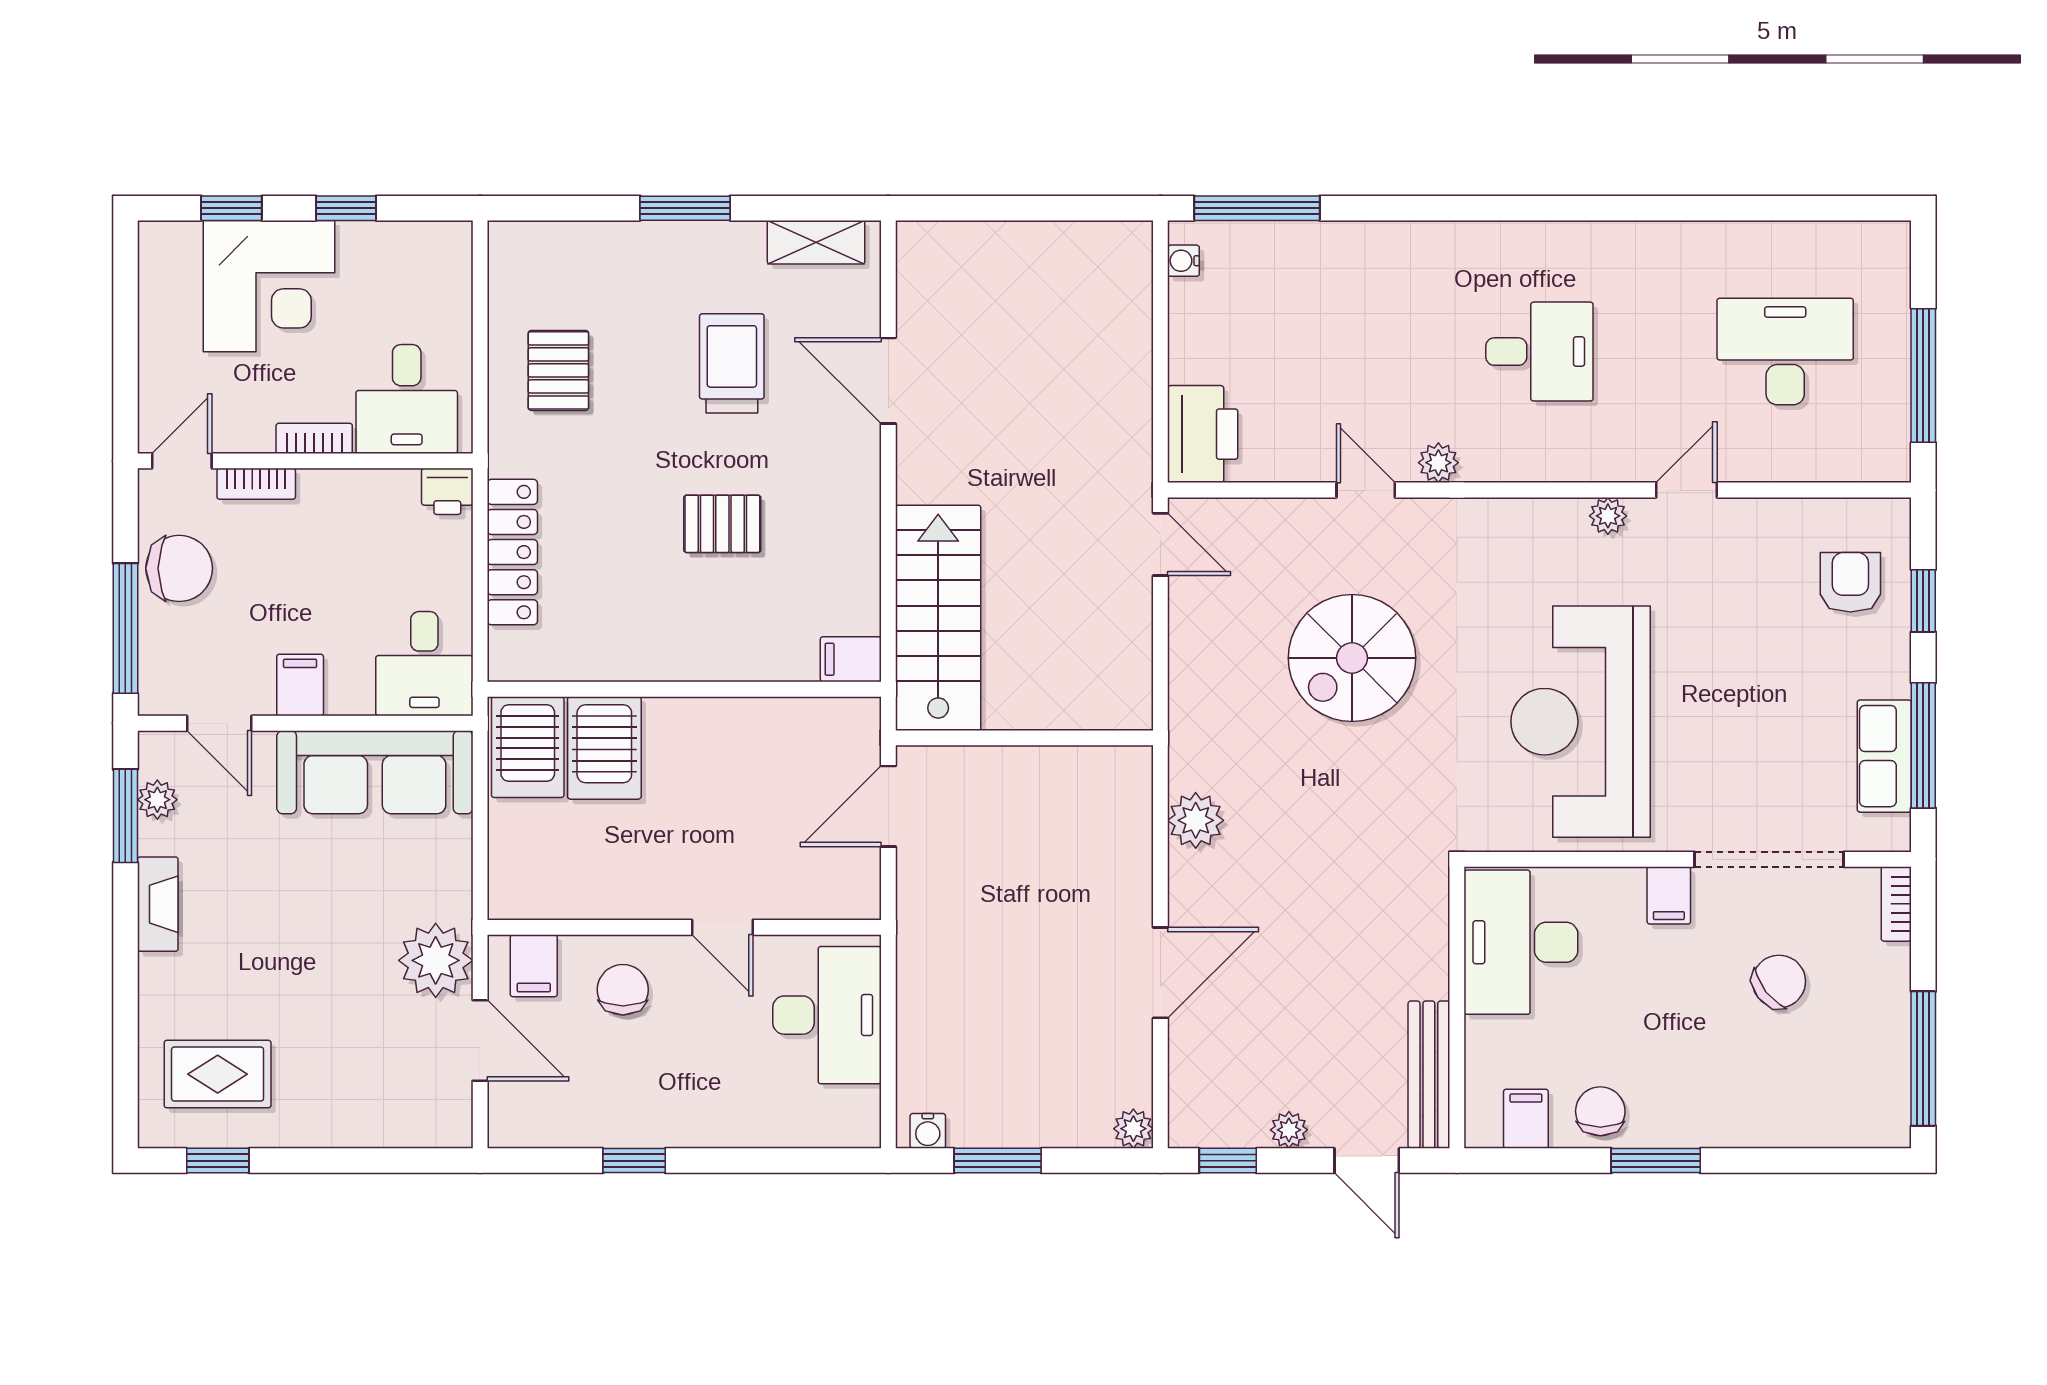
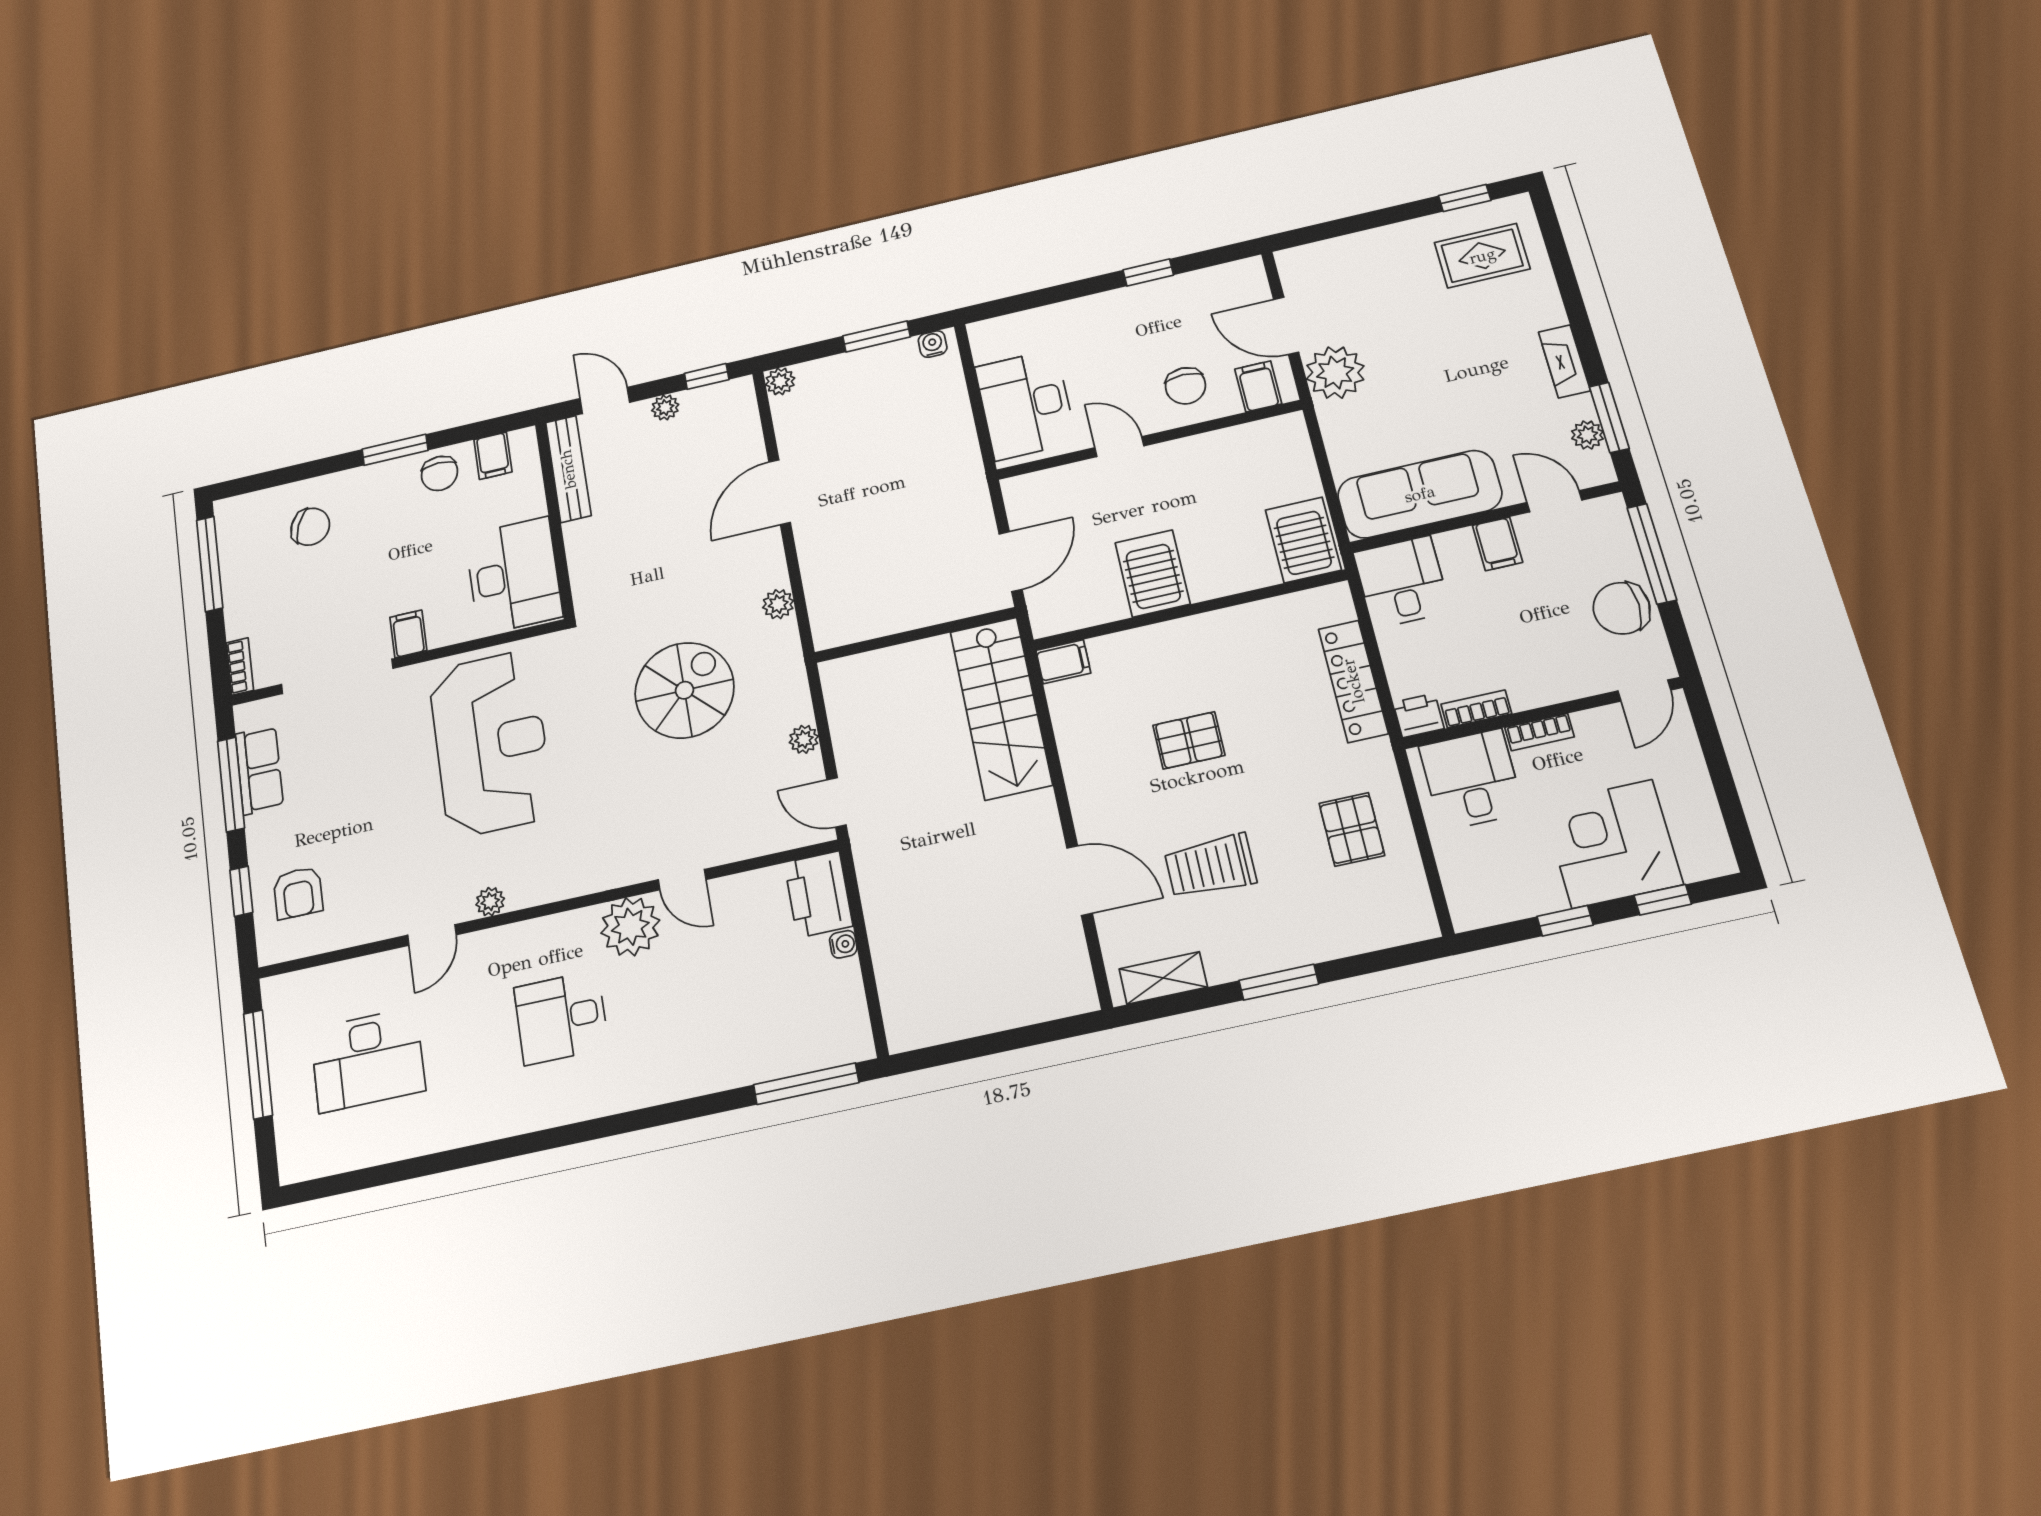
water cooler: (1183, 261) -> (843, 944), moved
trolley: (732, 363) -> (1210, 866), turned 90
plant: (1438, 463) -> (630, 927), width x1.87, depth x1.87
bookcase: (256, 484) -> (1476, 709), moved
plant: (1186, 634) -> (804, 739), added
spiral stairs: (1352, 658) -> (684, 690), moved
server rack: (604, 748) -> (1153, 573), moved
plant: (1196, 820) -> (778, 604), width x0.73, depth x0.73
chair: (1779, 981) -> (310, 527), moved, turned -121

